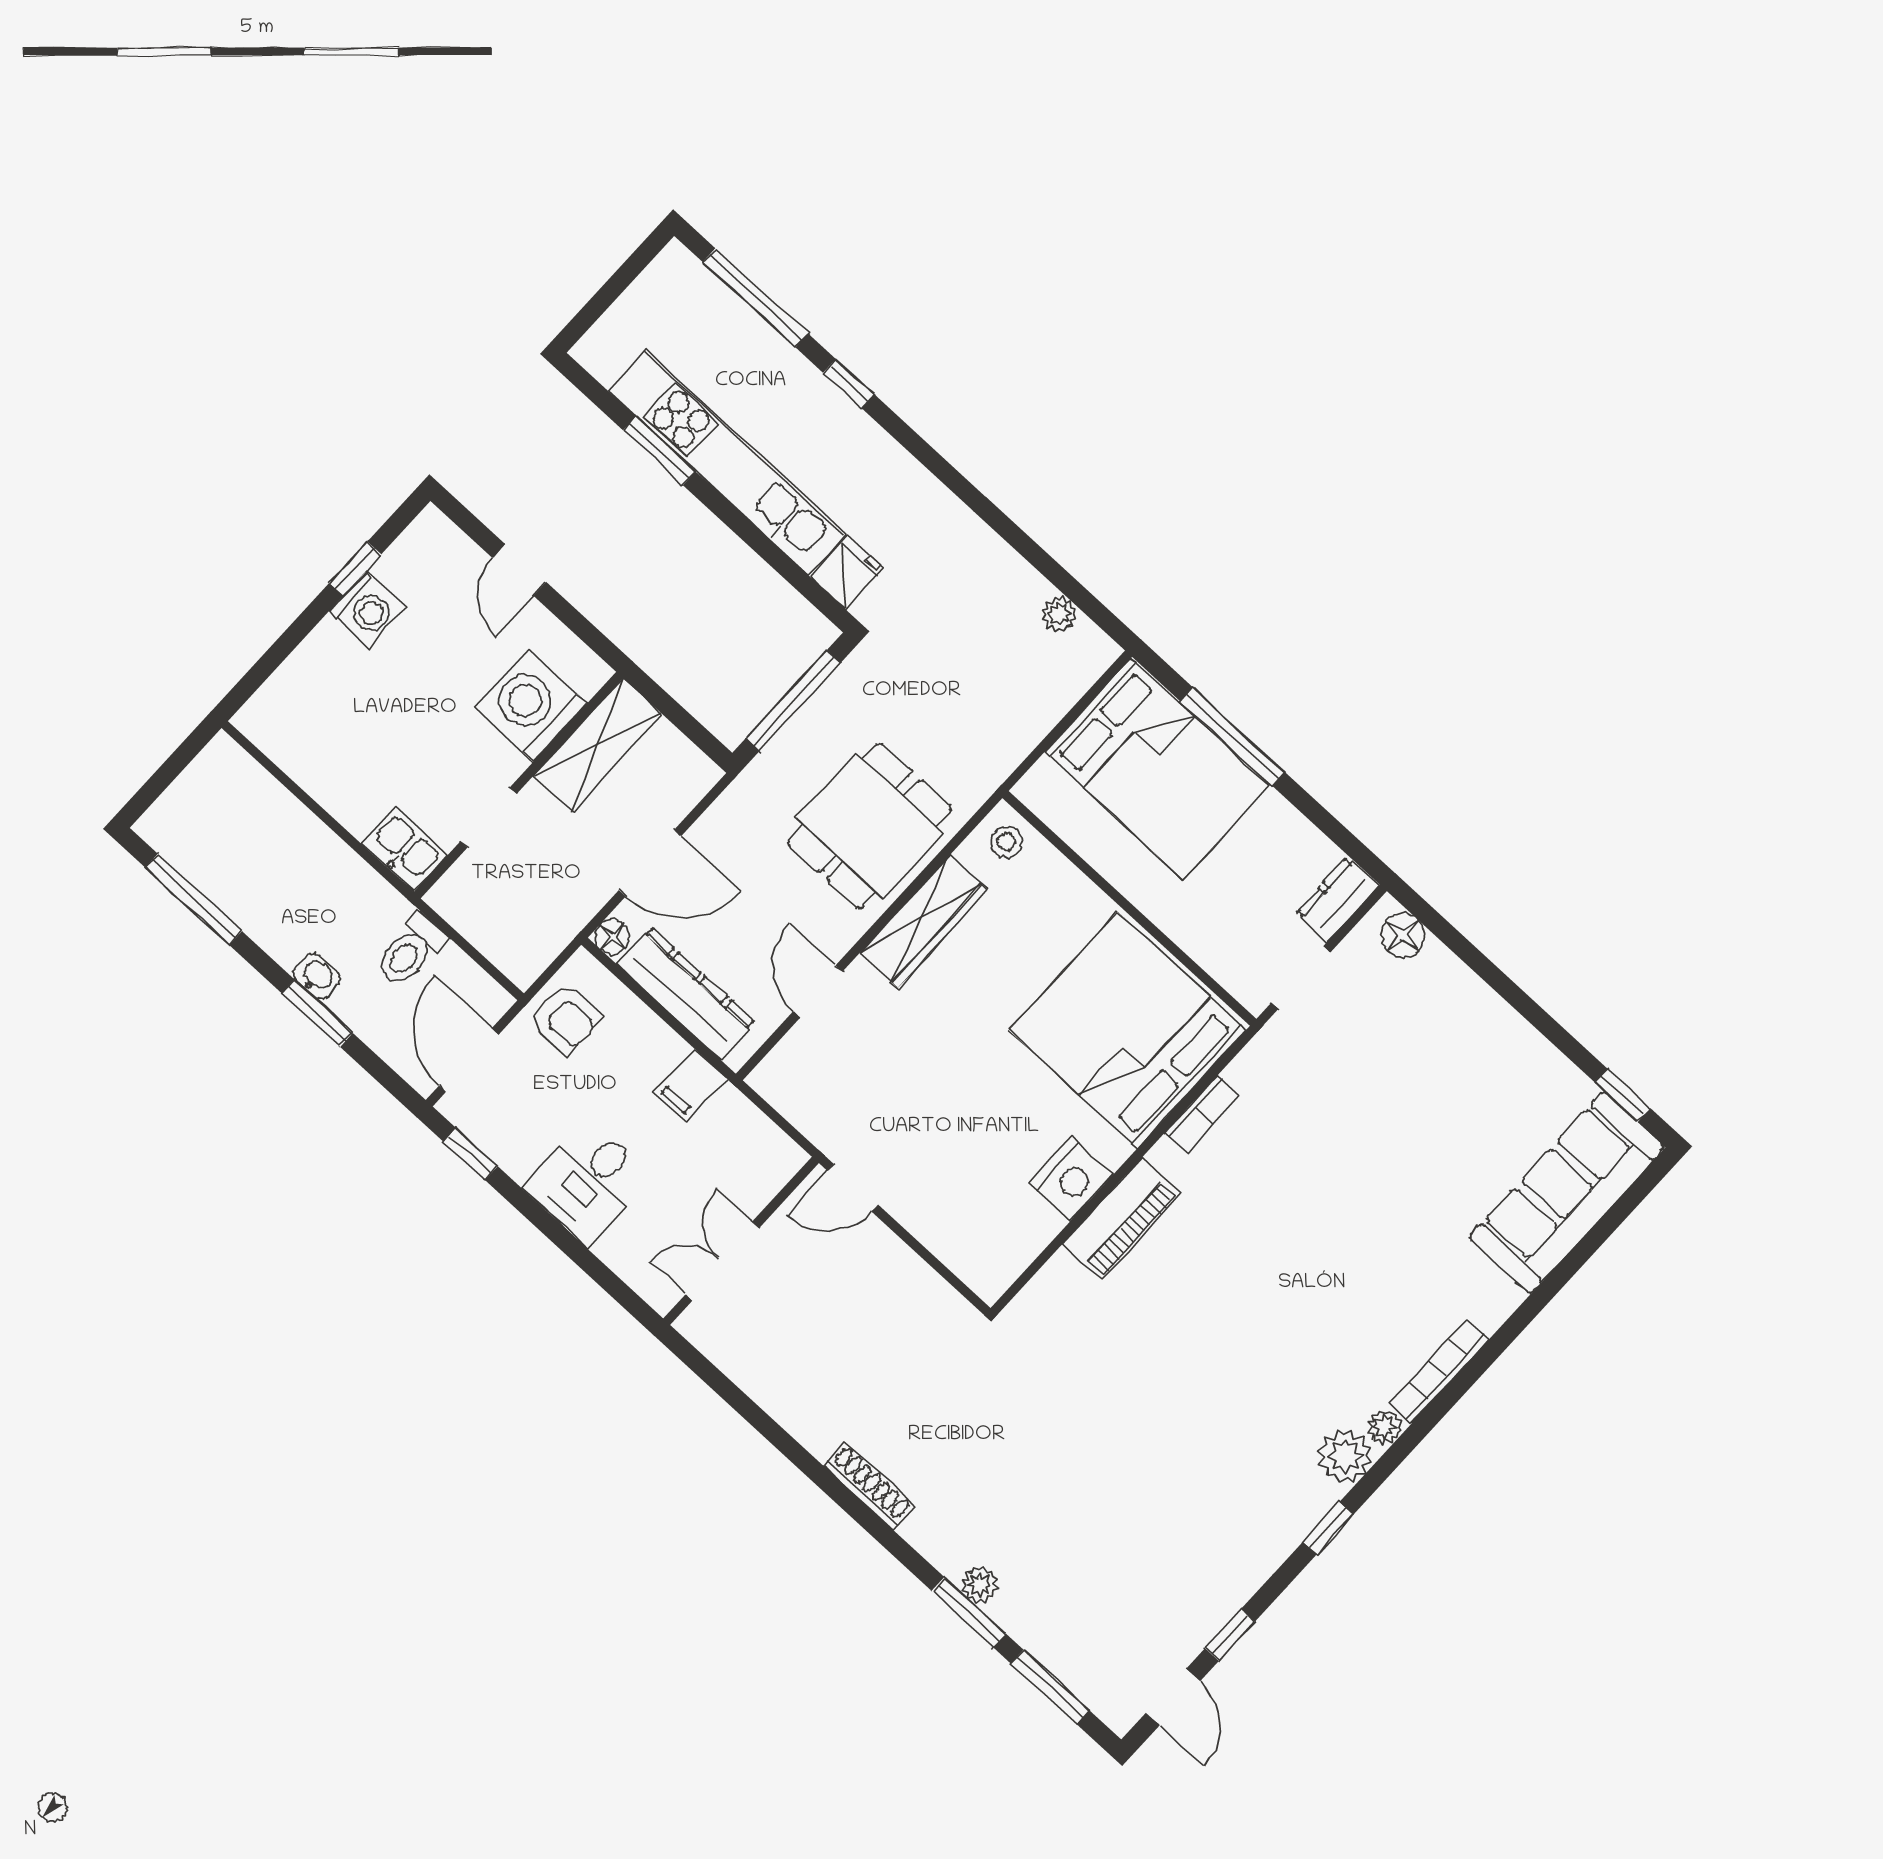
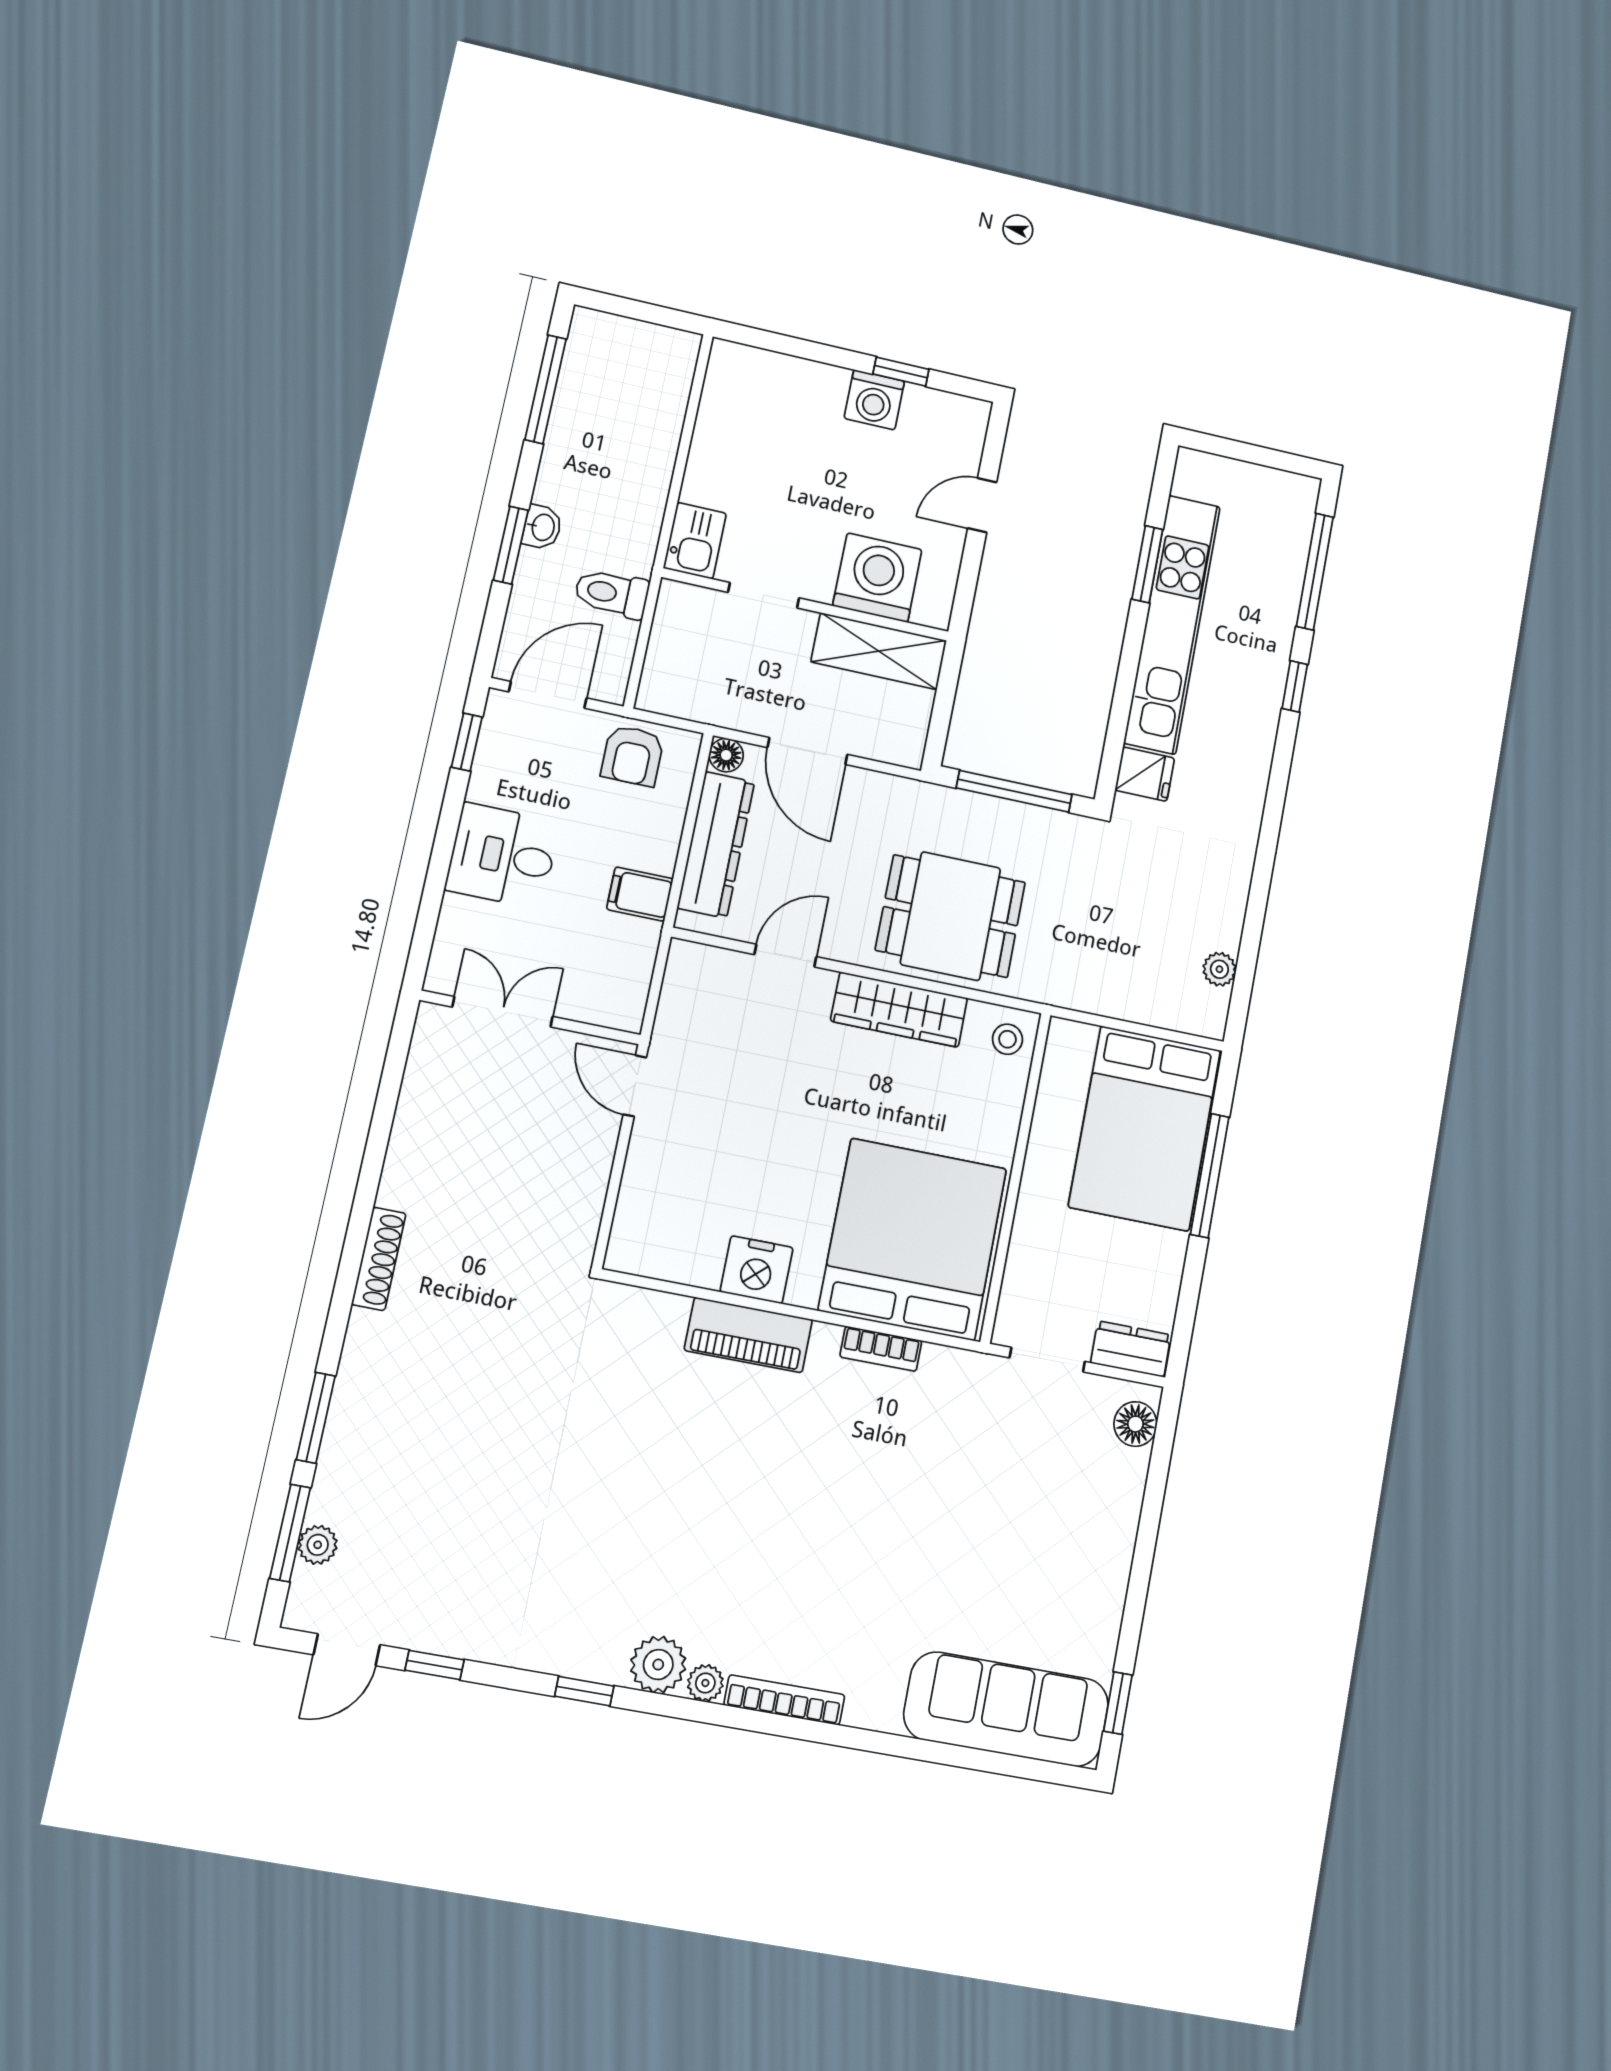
plant: (980, 1585) -> (318, 1545), moved

